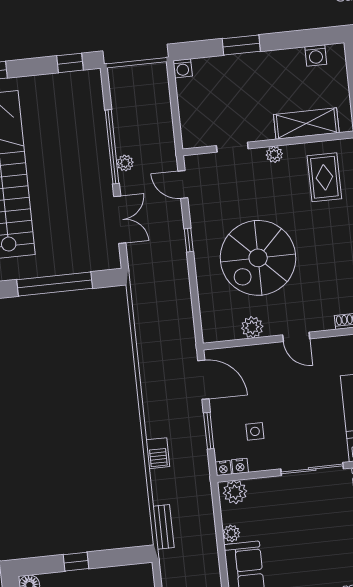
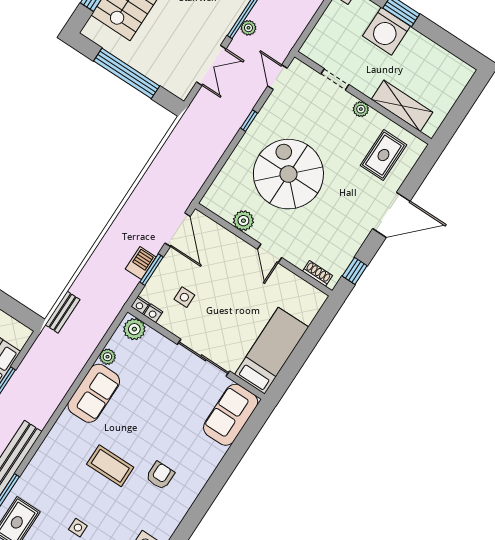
washing machine: (316, 55) -> (386, 31), moved, width x1.89, depth x1.89
spiral stairs: (258, 258) -> (288, 174), turned 90
barbecue: (158, 453) -> (141, 263), moved, turned 180

